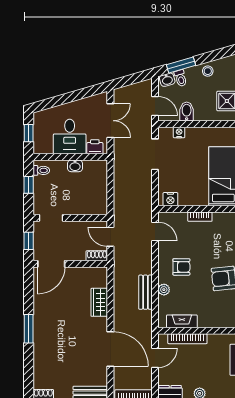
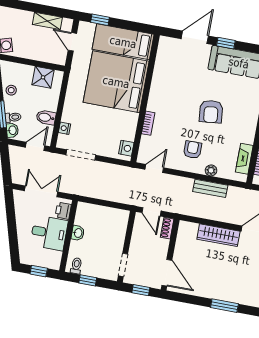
door: (110, 237) -> (151, 212), hinge flipped
wardrobe: (99, 302) -> (218, 235), width x1.50

